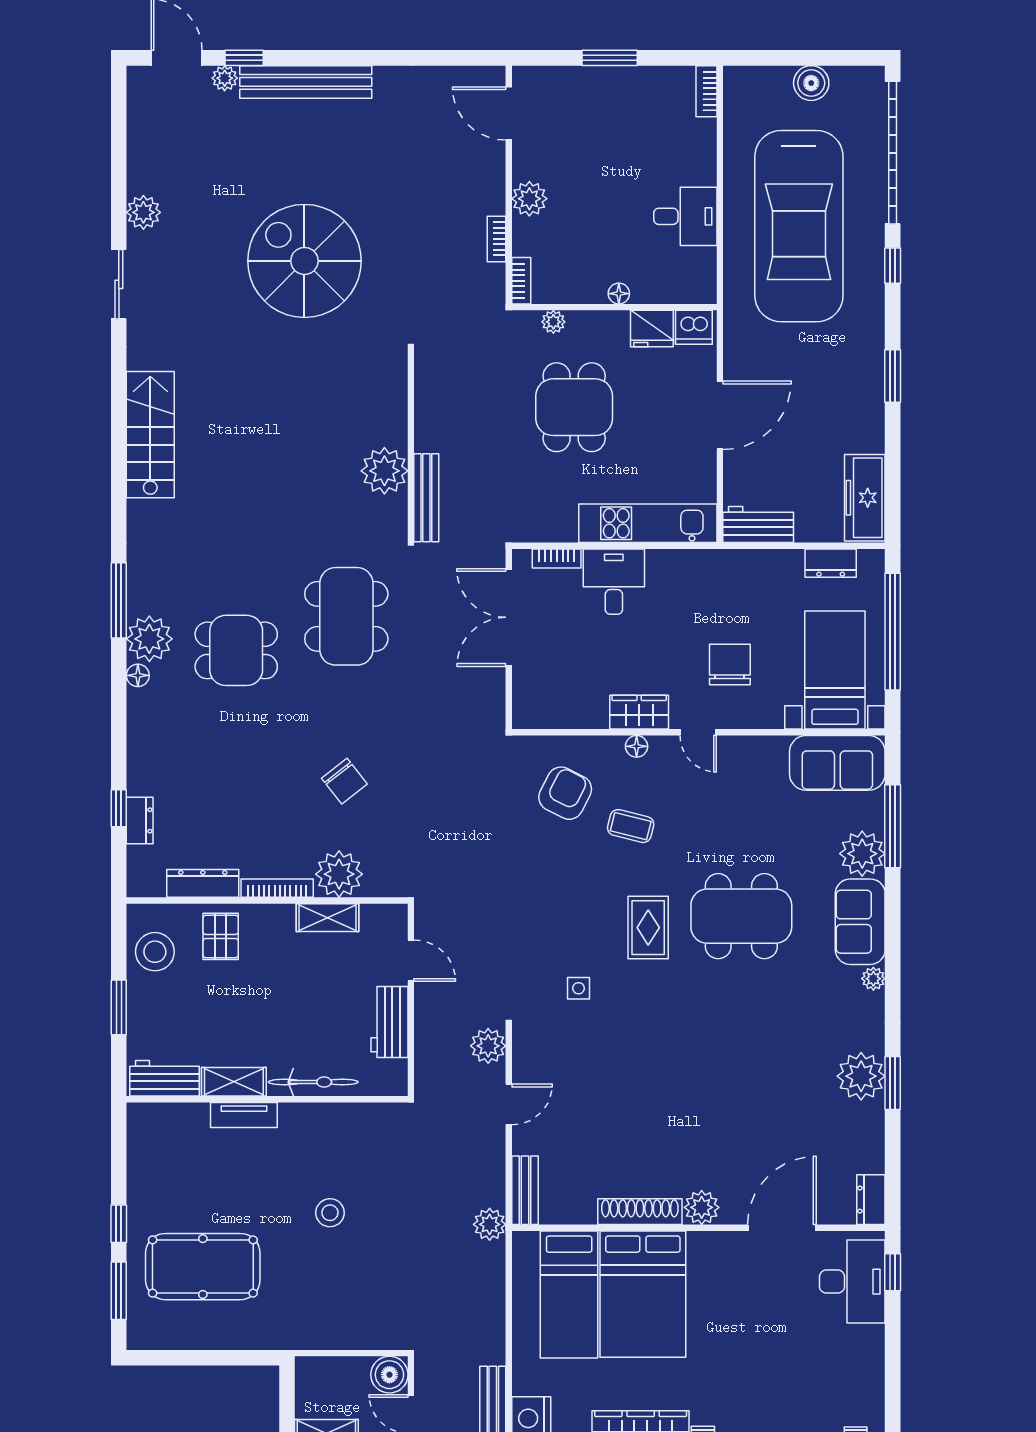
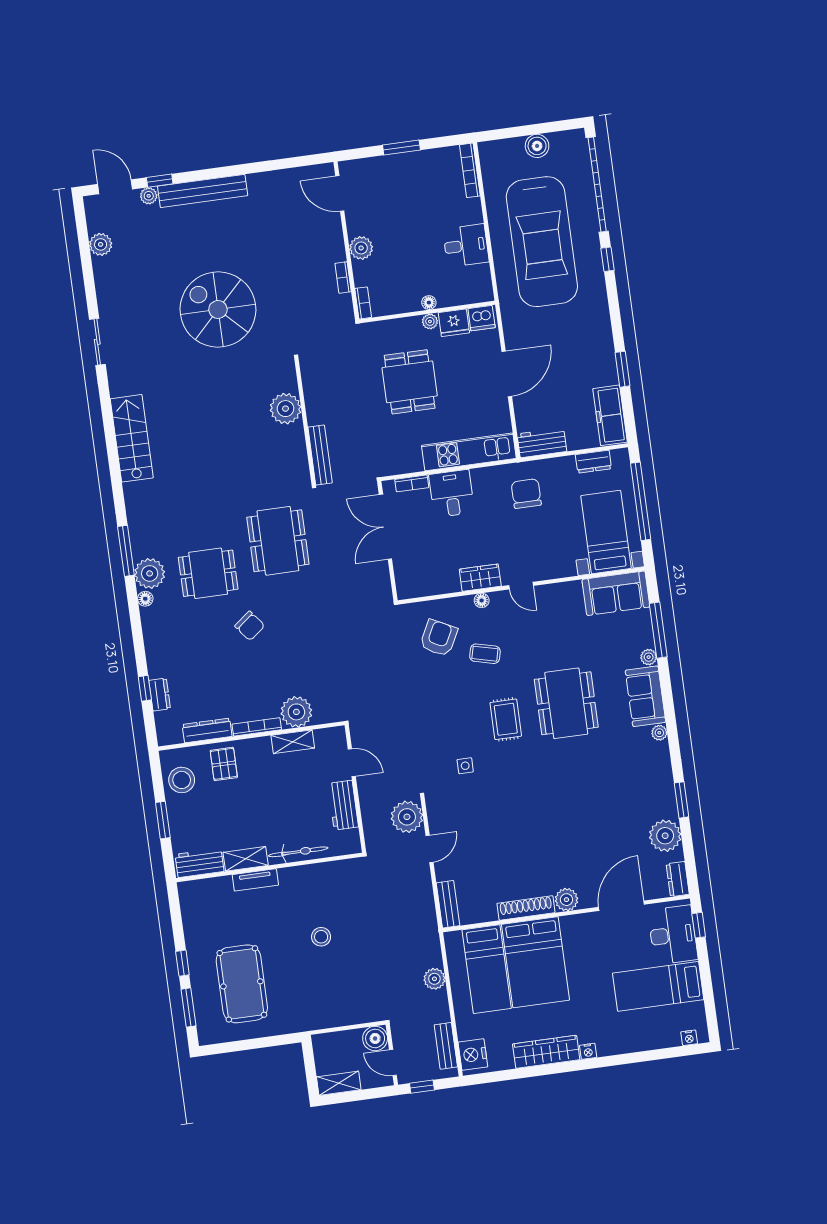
bookcase: (707, 91) -> (470, 170), width x1.56
plant: (143, 212) -> (101, 244), moved
plant: (553, 322) -> (430, 321), moved
window: (893, 376) -> (623, 369), moved
plant: (384, 471) -> (285, 409), moved
chair: (730, 664) -> (526, 494), moved
chair: (344, 781) -> (250, 626), moved
plant: (862, 854) -> (649, 657), width x0.53, depth x0.53
dining table: (741, 916) -> (566, 703), turned 90
plant: (488, 1046) -> (407, 817), width x1.36, depth x1.36
plant: (861, 1076) -> (665, 836), moved
plant: (490, 1224) -> (434, 979), moved
pool table: (203, 1267) -> (242, 984), turned 90
bed: (820, 1355) -> (658, 986), added

